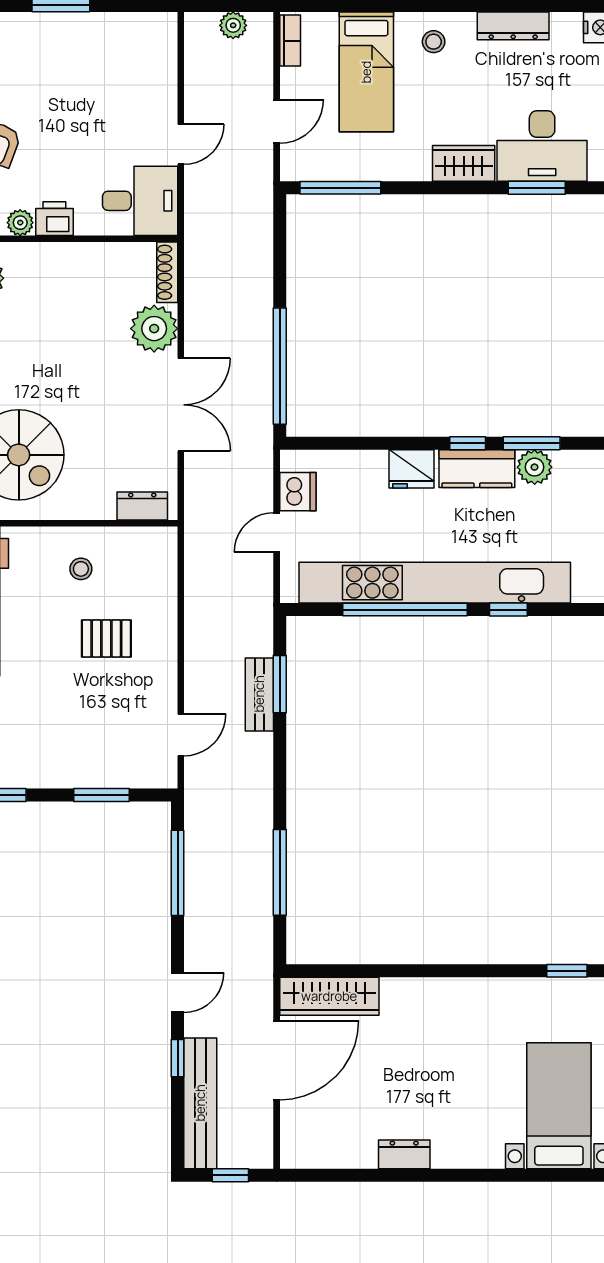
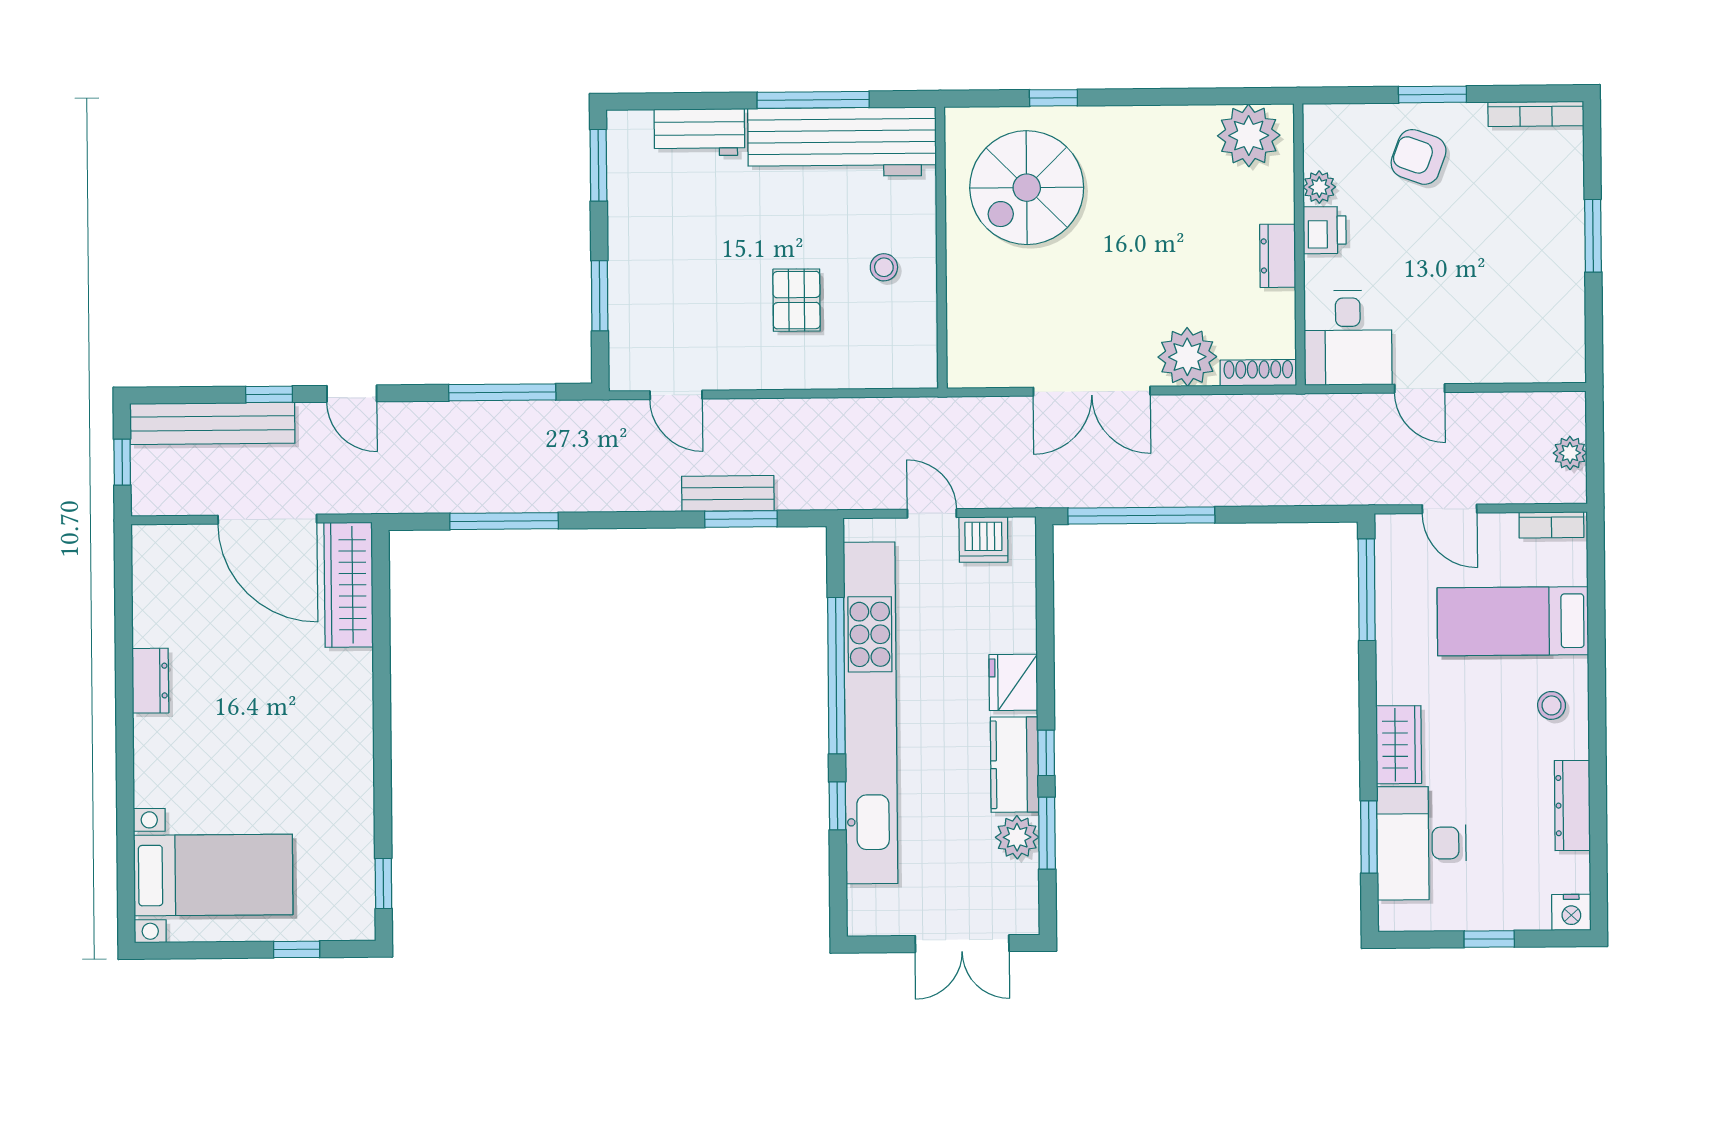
dresser: (142, 506) -> (1278, 256), moved, turned 180

